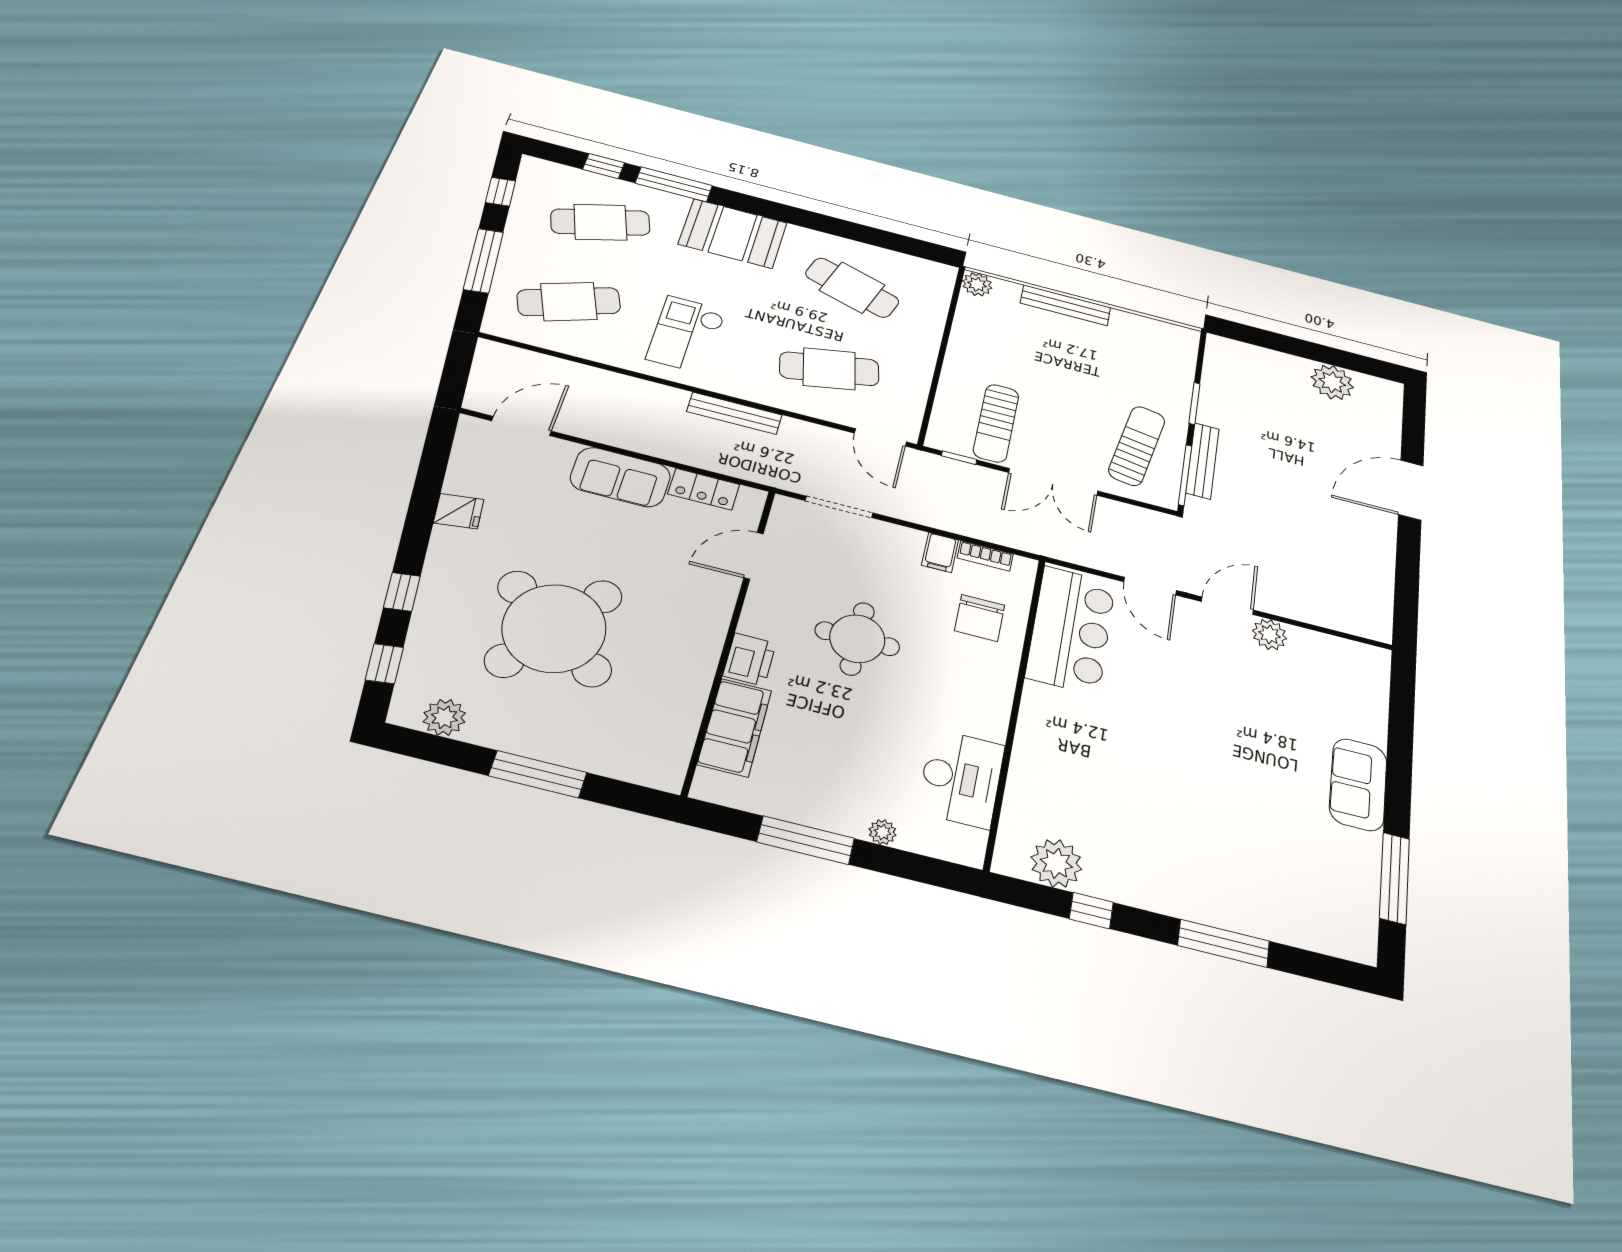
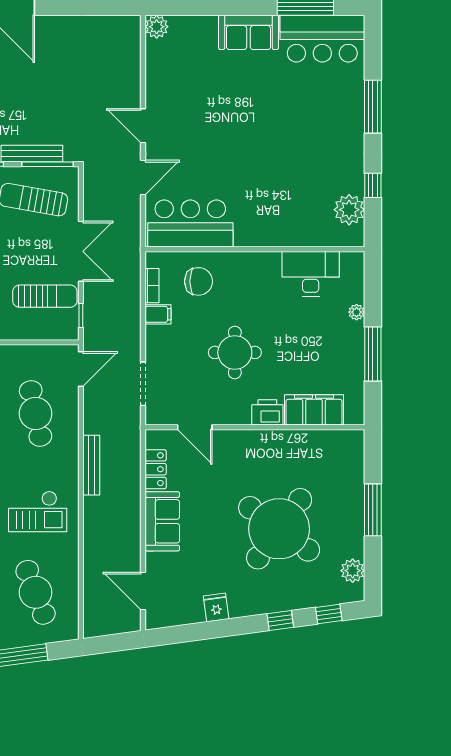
plant: (1270, 634) -> (157, 27), moved
bar counter: (1342, 891) -> (322, 39), added

